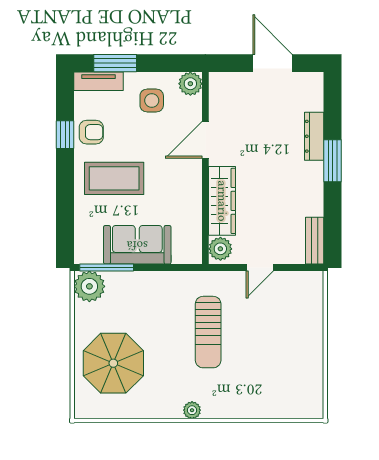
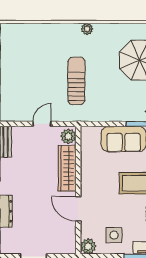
door: (205, 140) -> (78, 209), swing flipped

